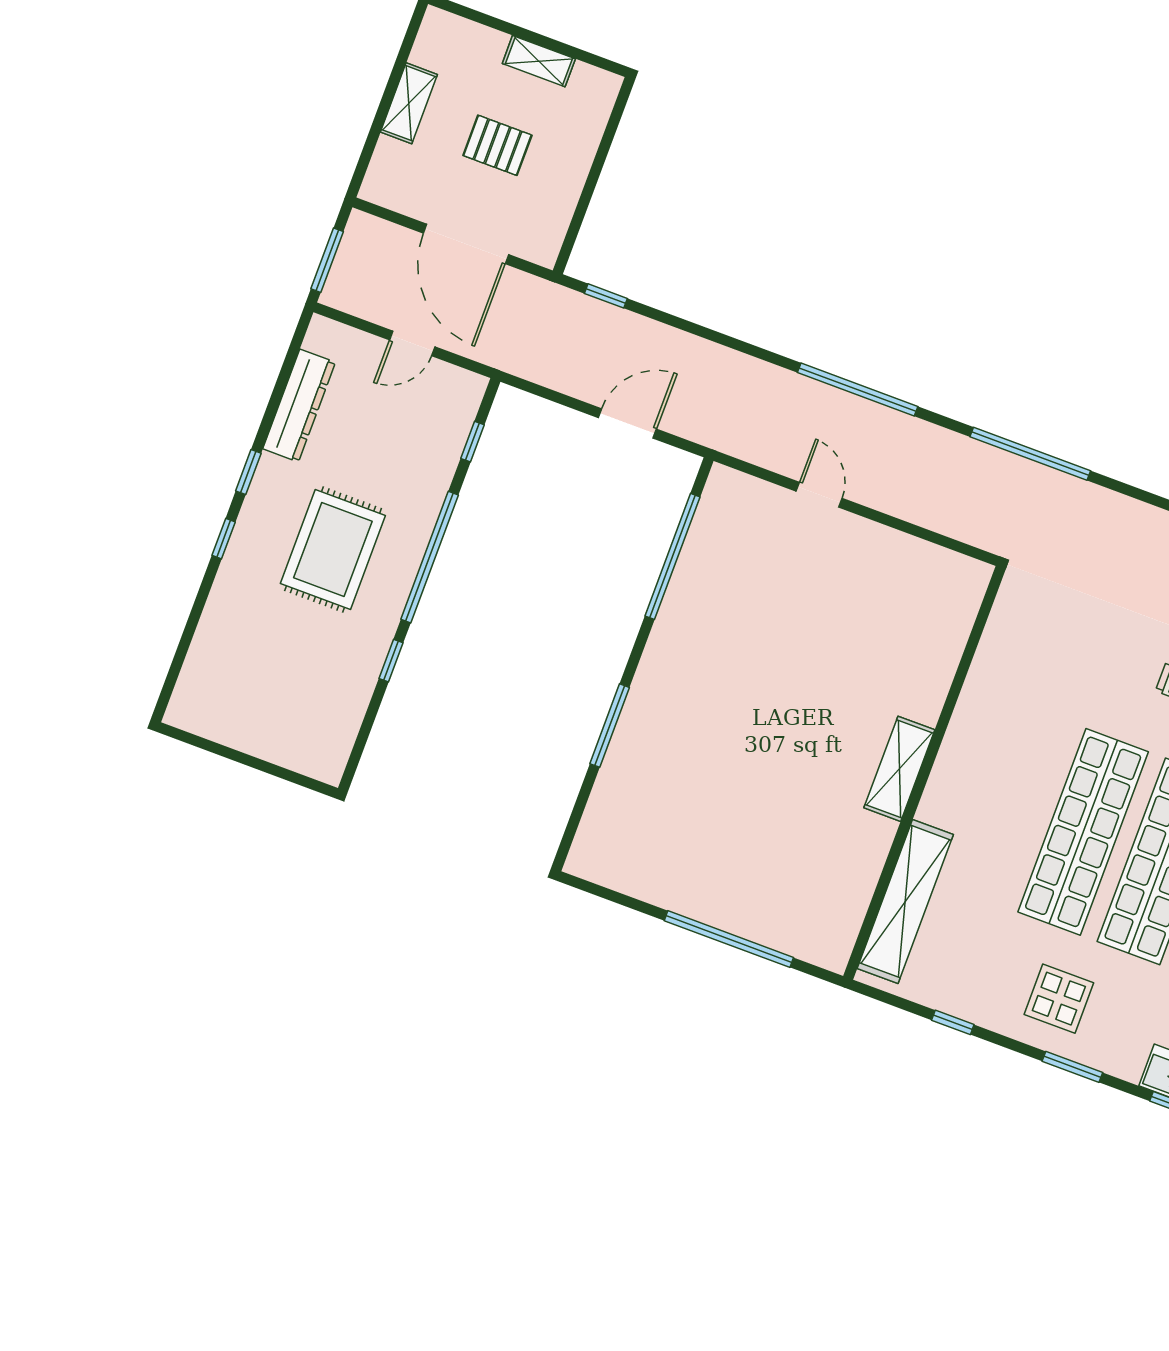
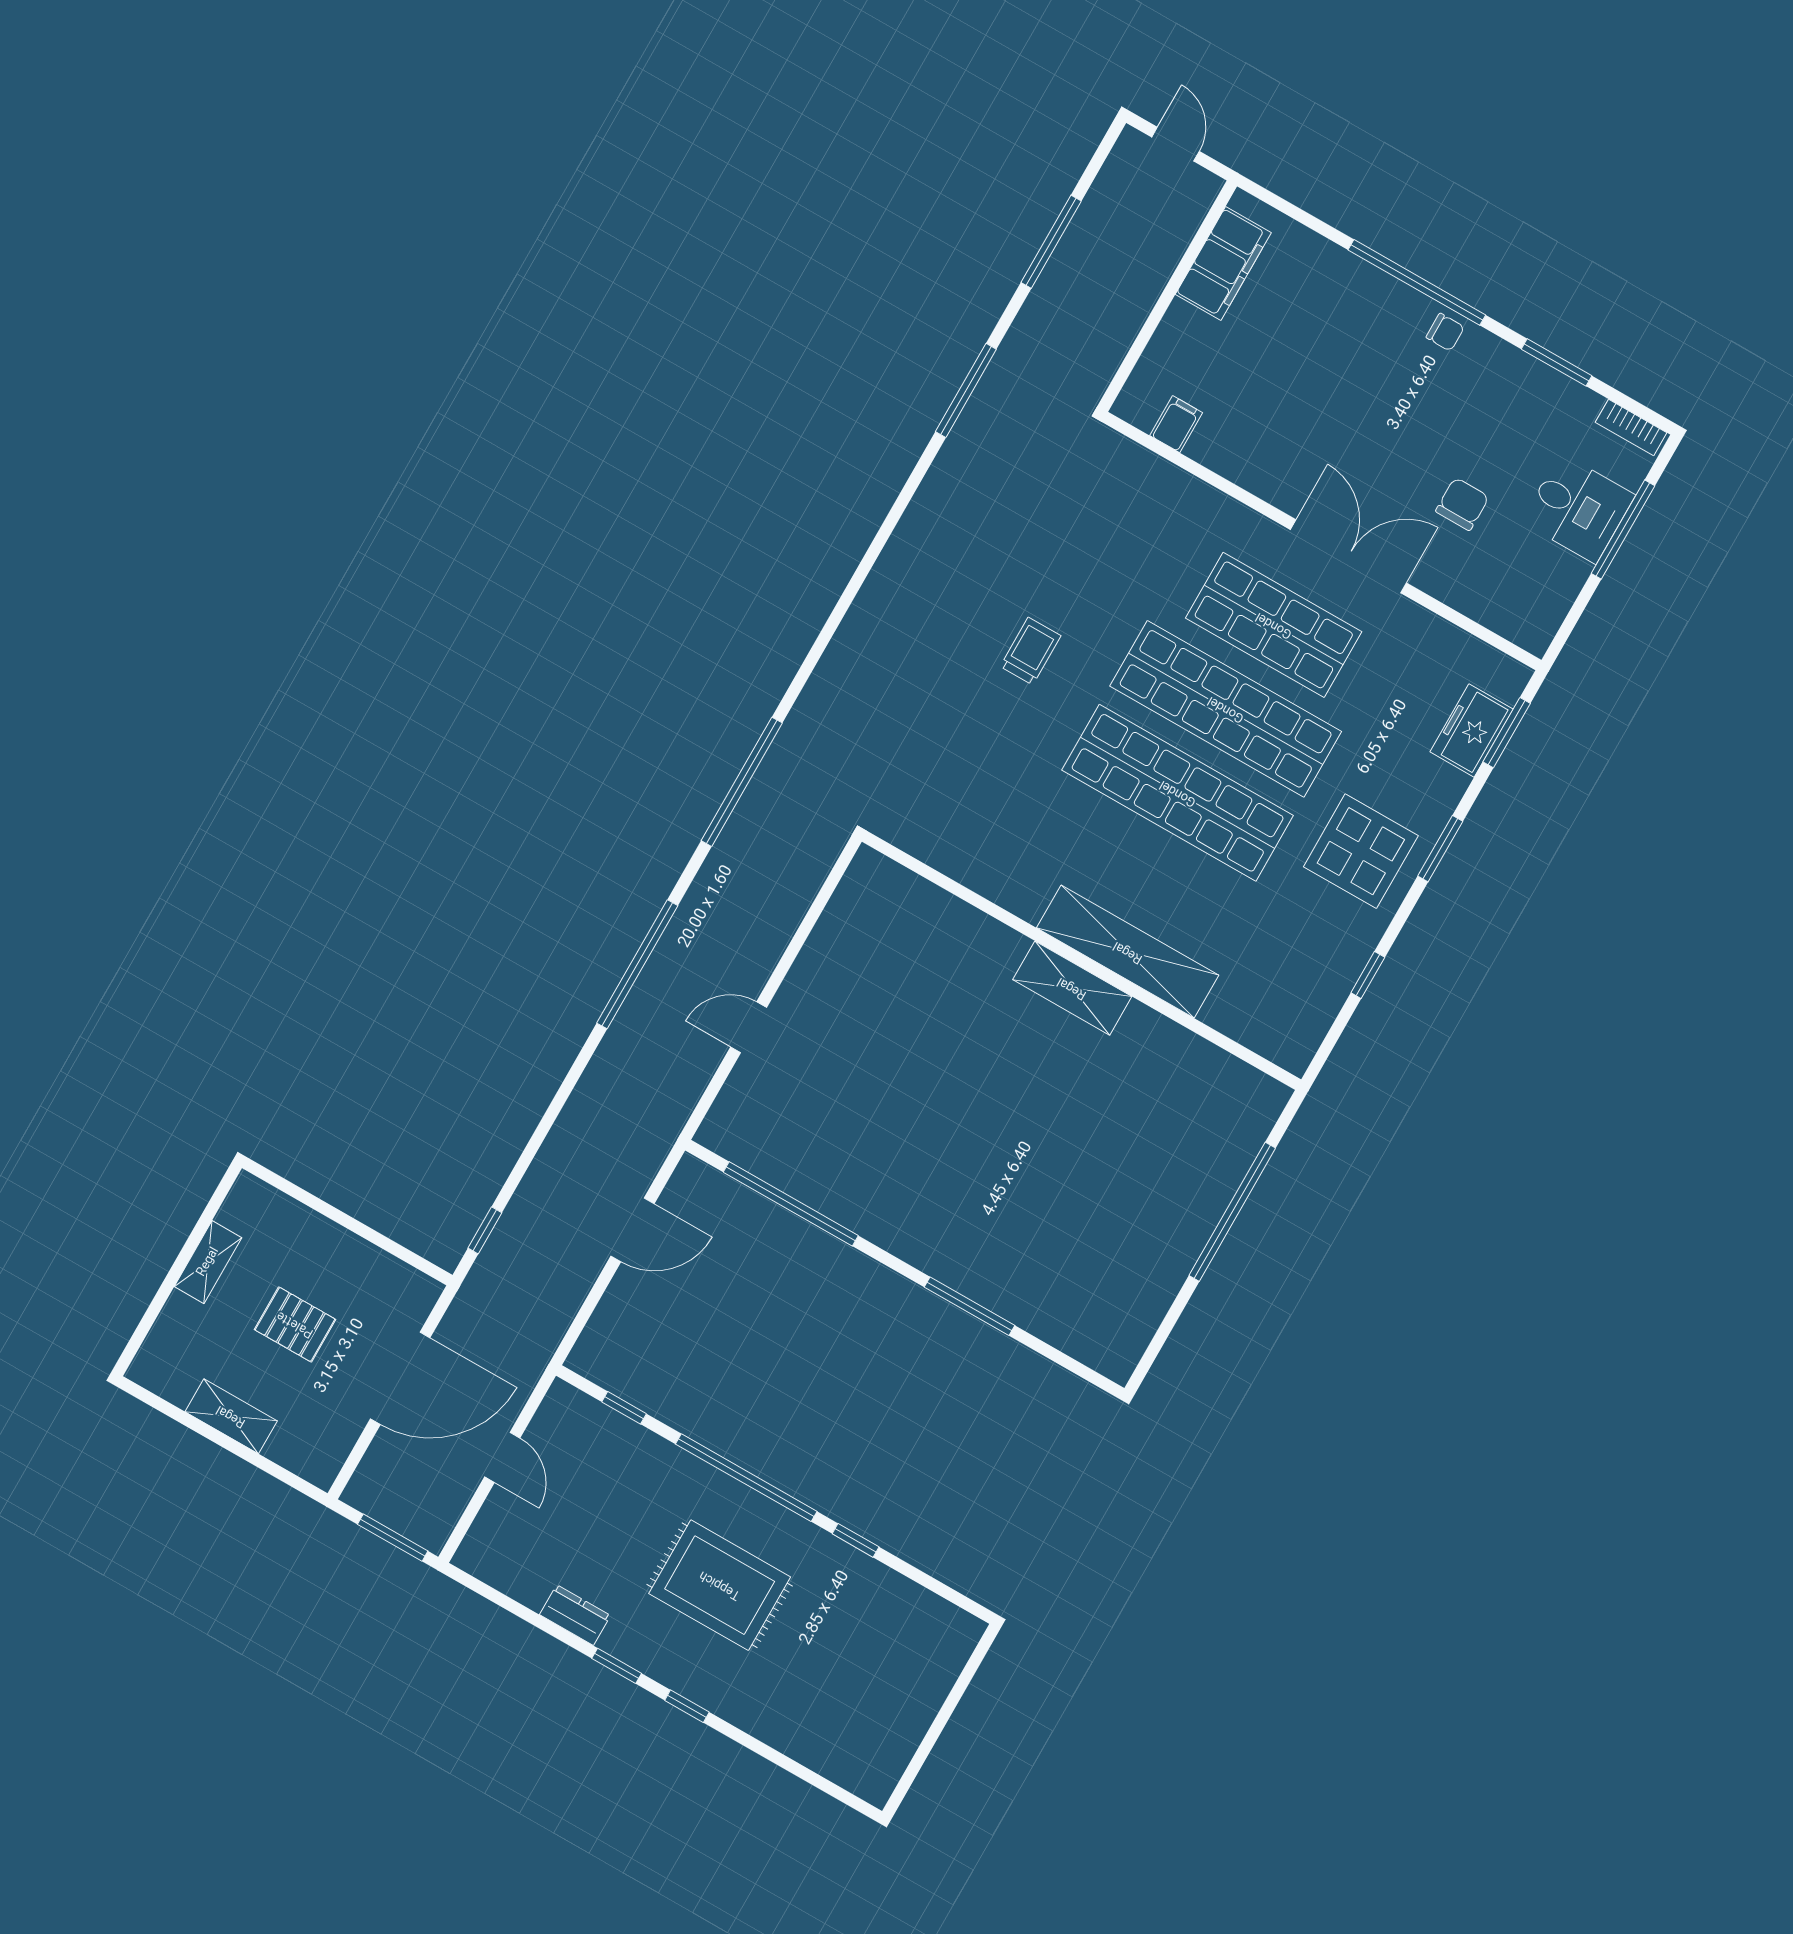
pallet: (497, 145) -> (295, 1324), turned 90
dresser: (299, 406) -> (575, 1615), width x0.51, depth x0.80
door: (627, 423) -> (633, 1230), swing flipped
shelving: (905, 901) -> (1128, 952), moved
display table: (1059, 999) -> (1361, 851), width x1.36, depth x1.36

